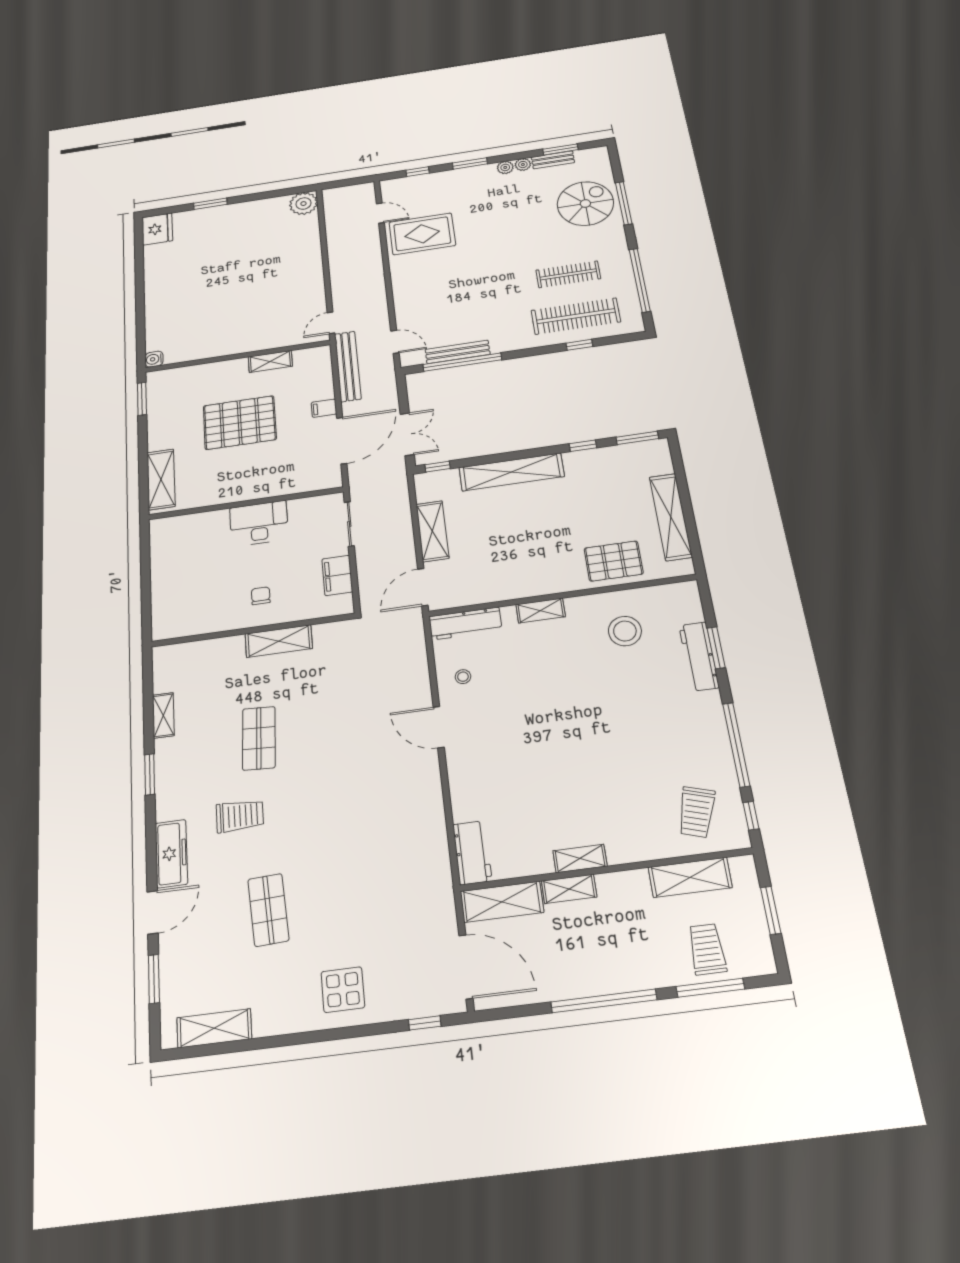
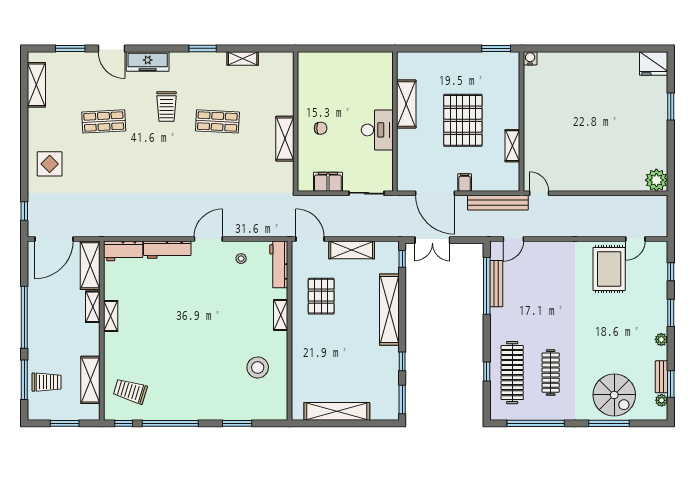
plant: (523, 165) -> (662, 400), moved
shelving: (161, 479) -> (406, 104), moved, turned 90
pallet: (614, 561) -> (321, 296), moved
workbench: (699, 656) -> (167, 250), moved, turned 180

